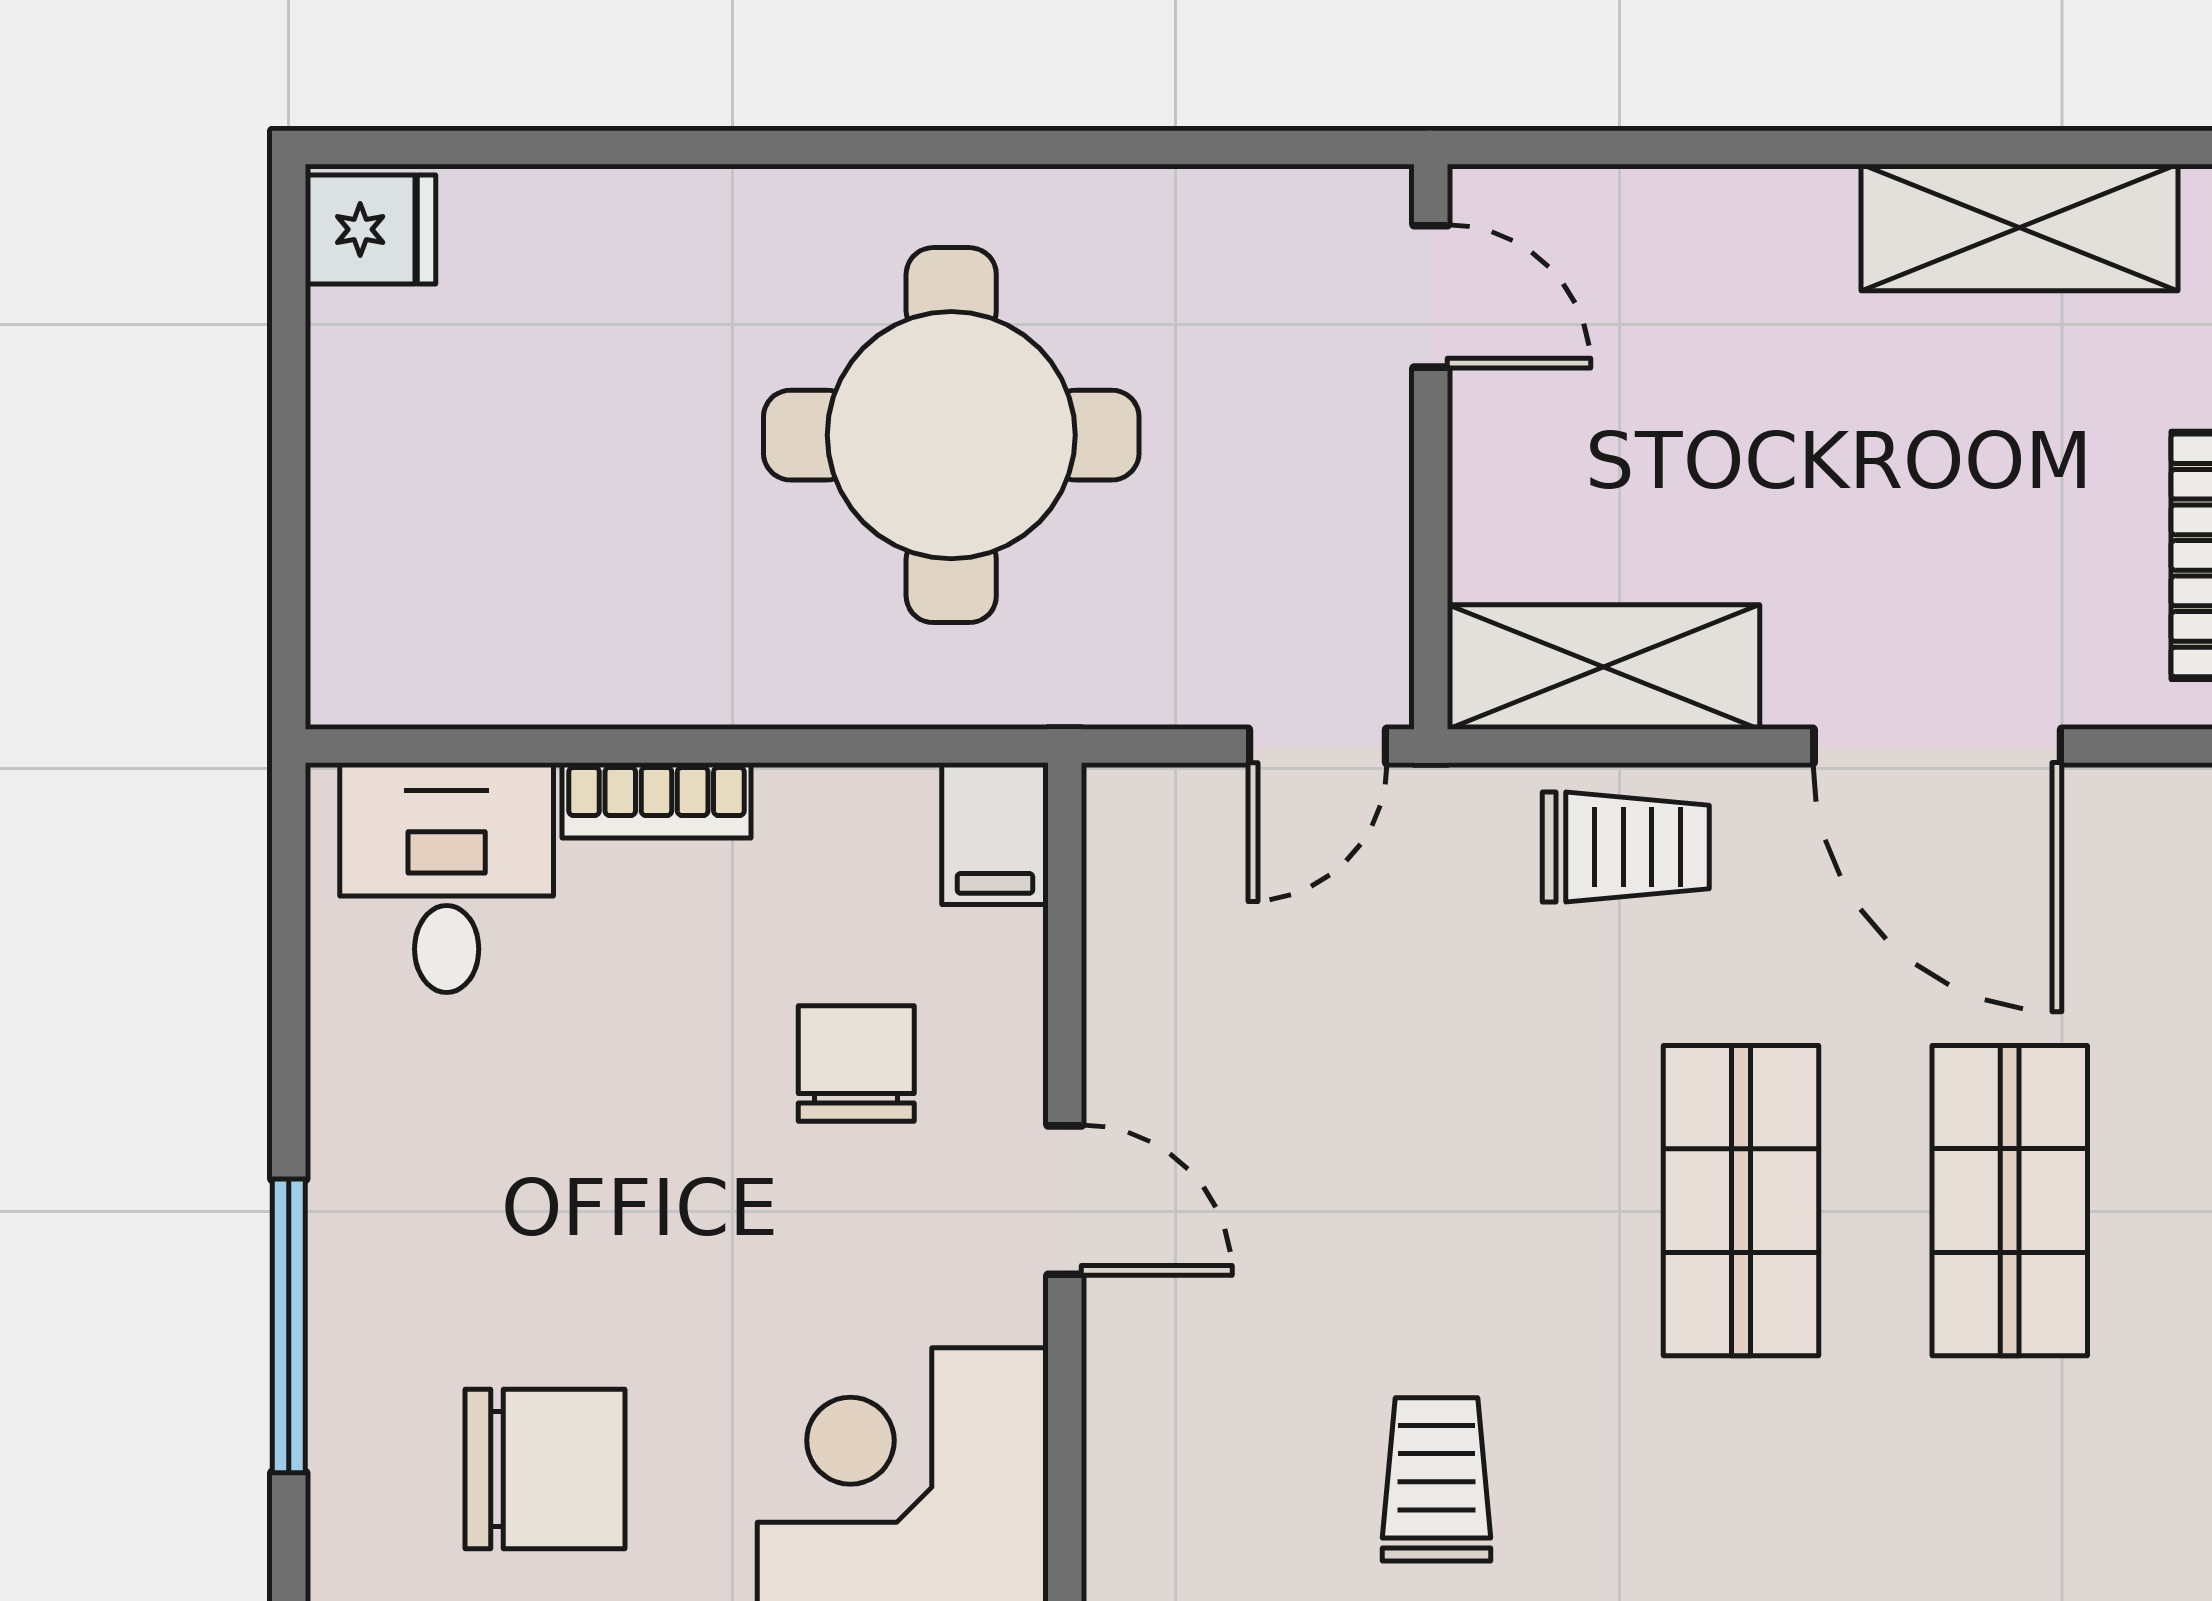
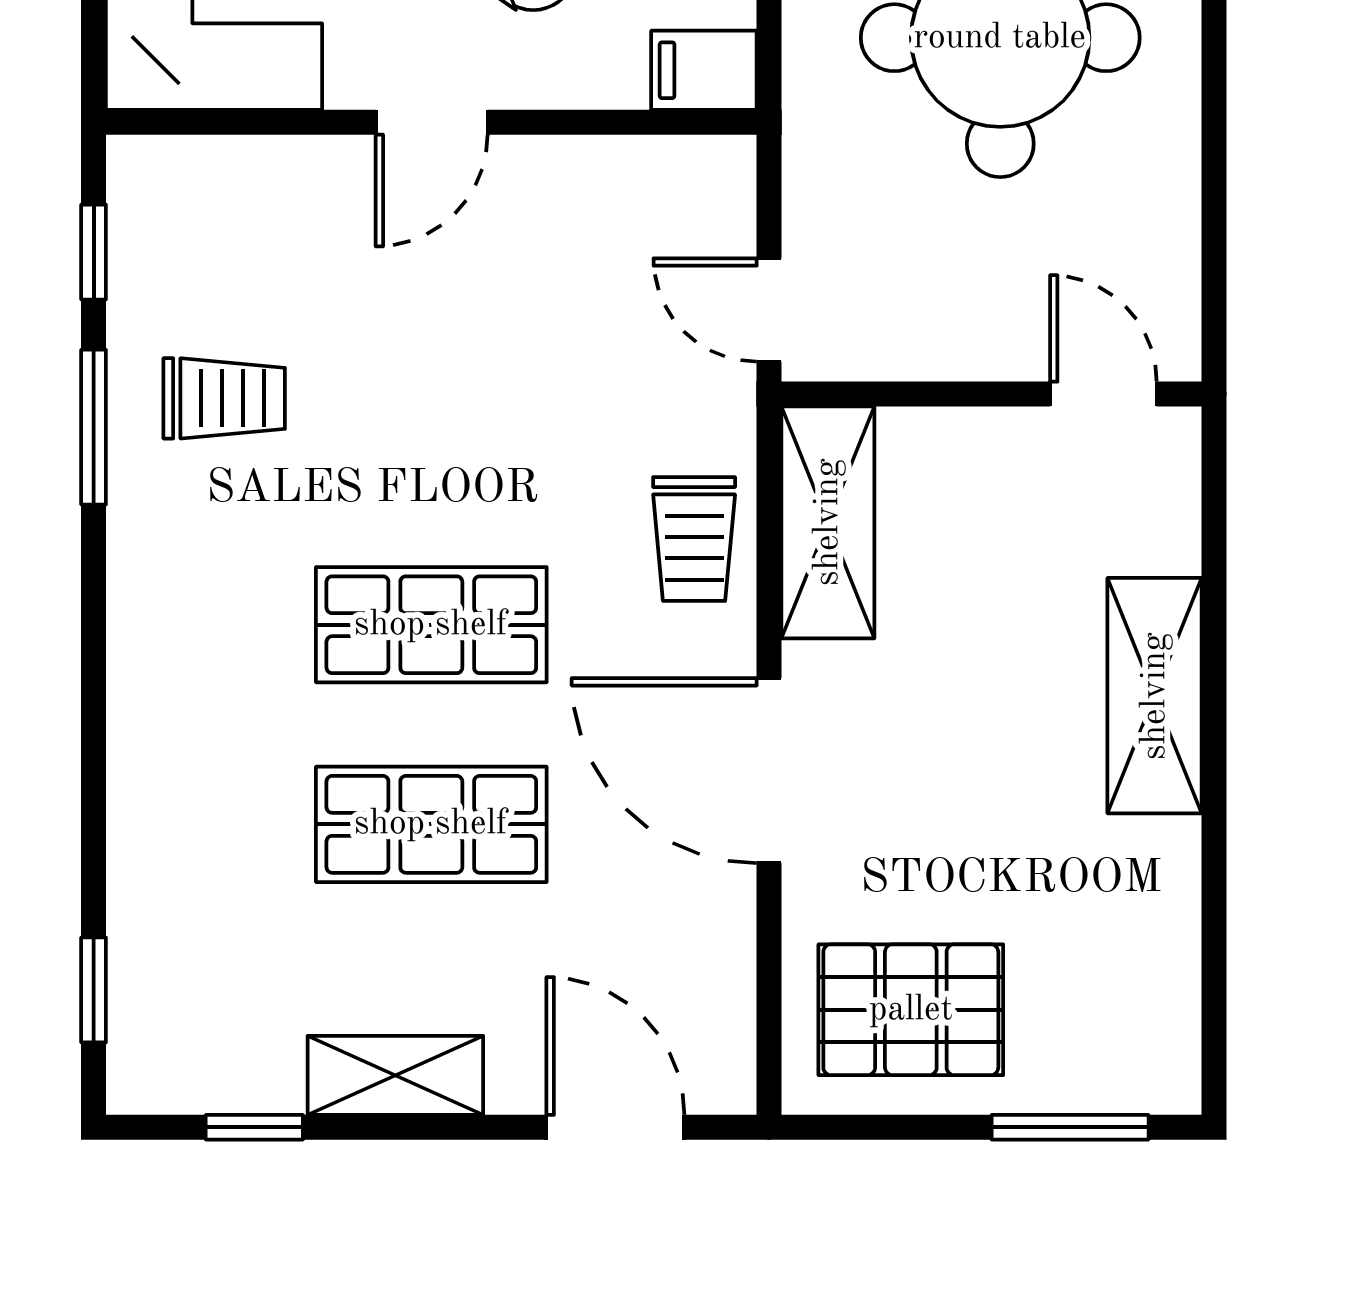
shelving: (2019, 227) -> (1155, 696), moved
door: (1431, 296) -> (1103, 394), swing flipped
door: (1937, 746) -> (769, 771), hinge flipped

